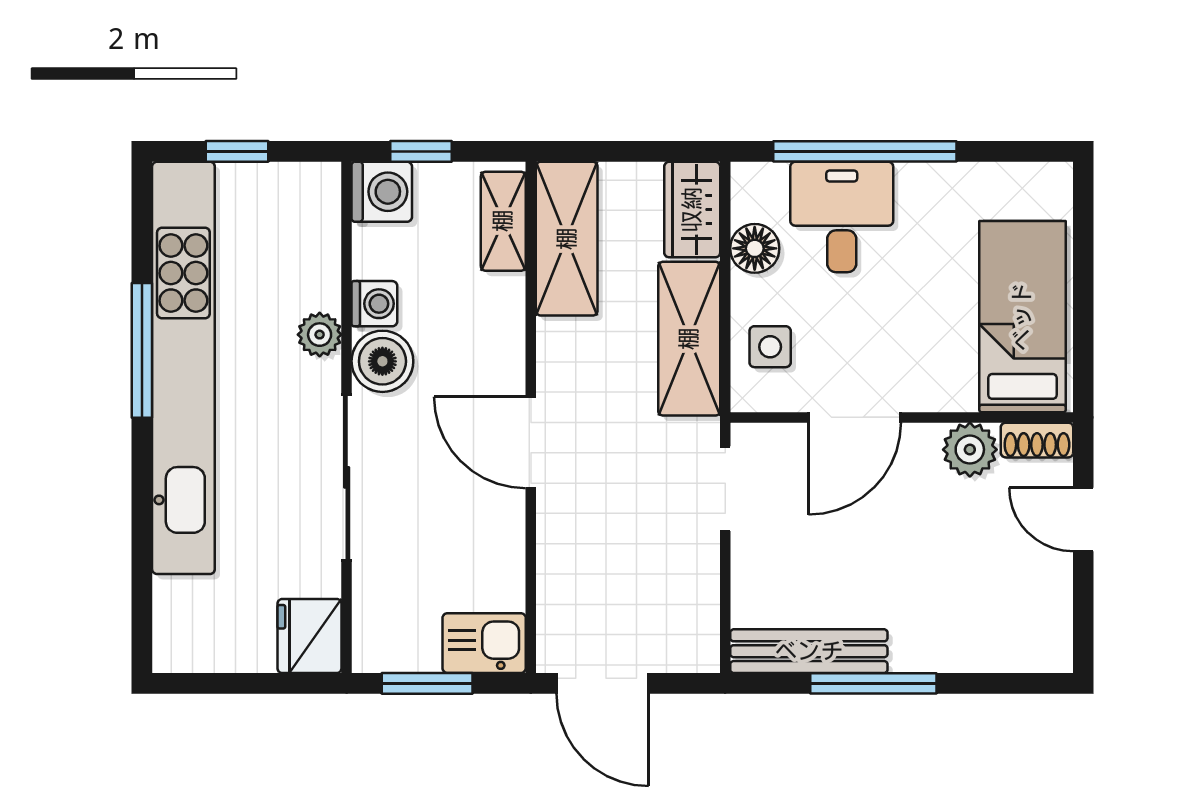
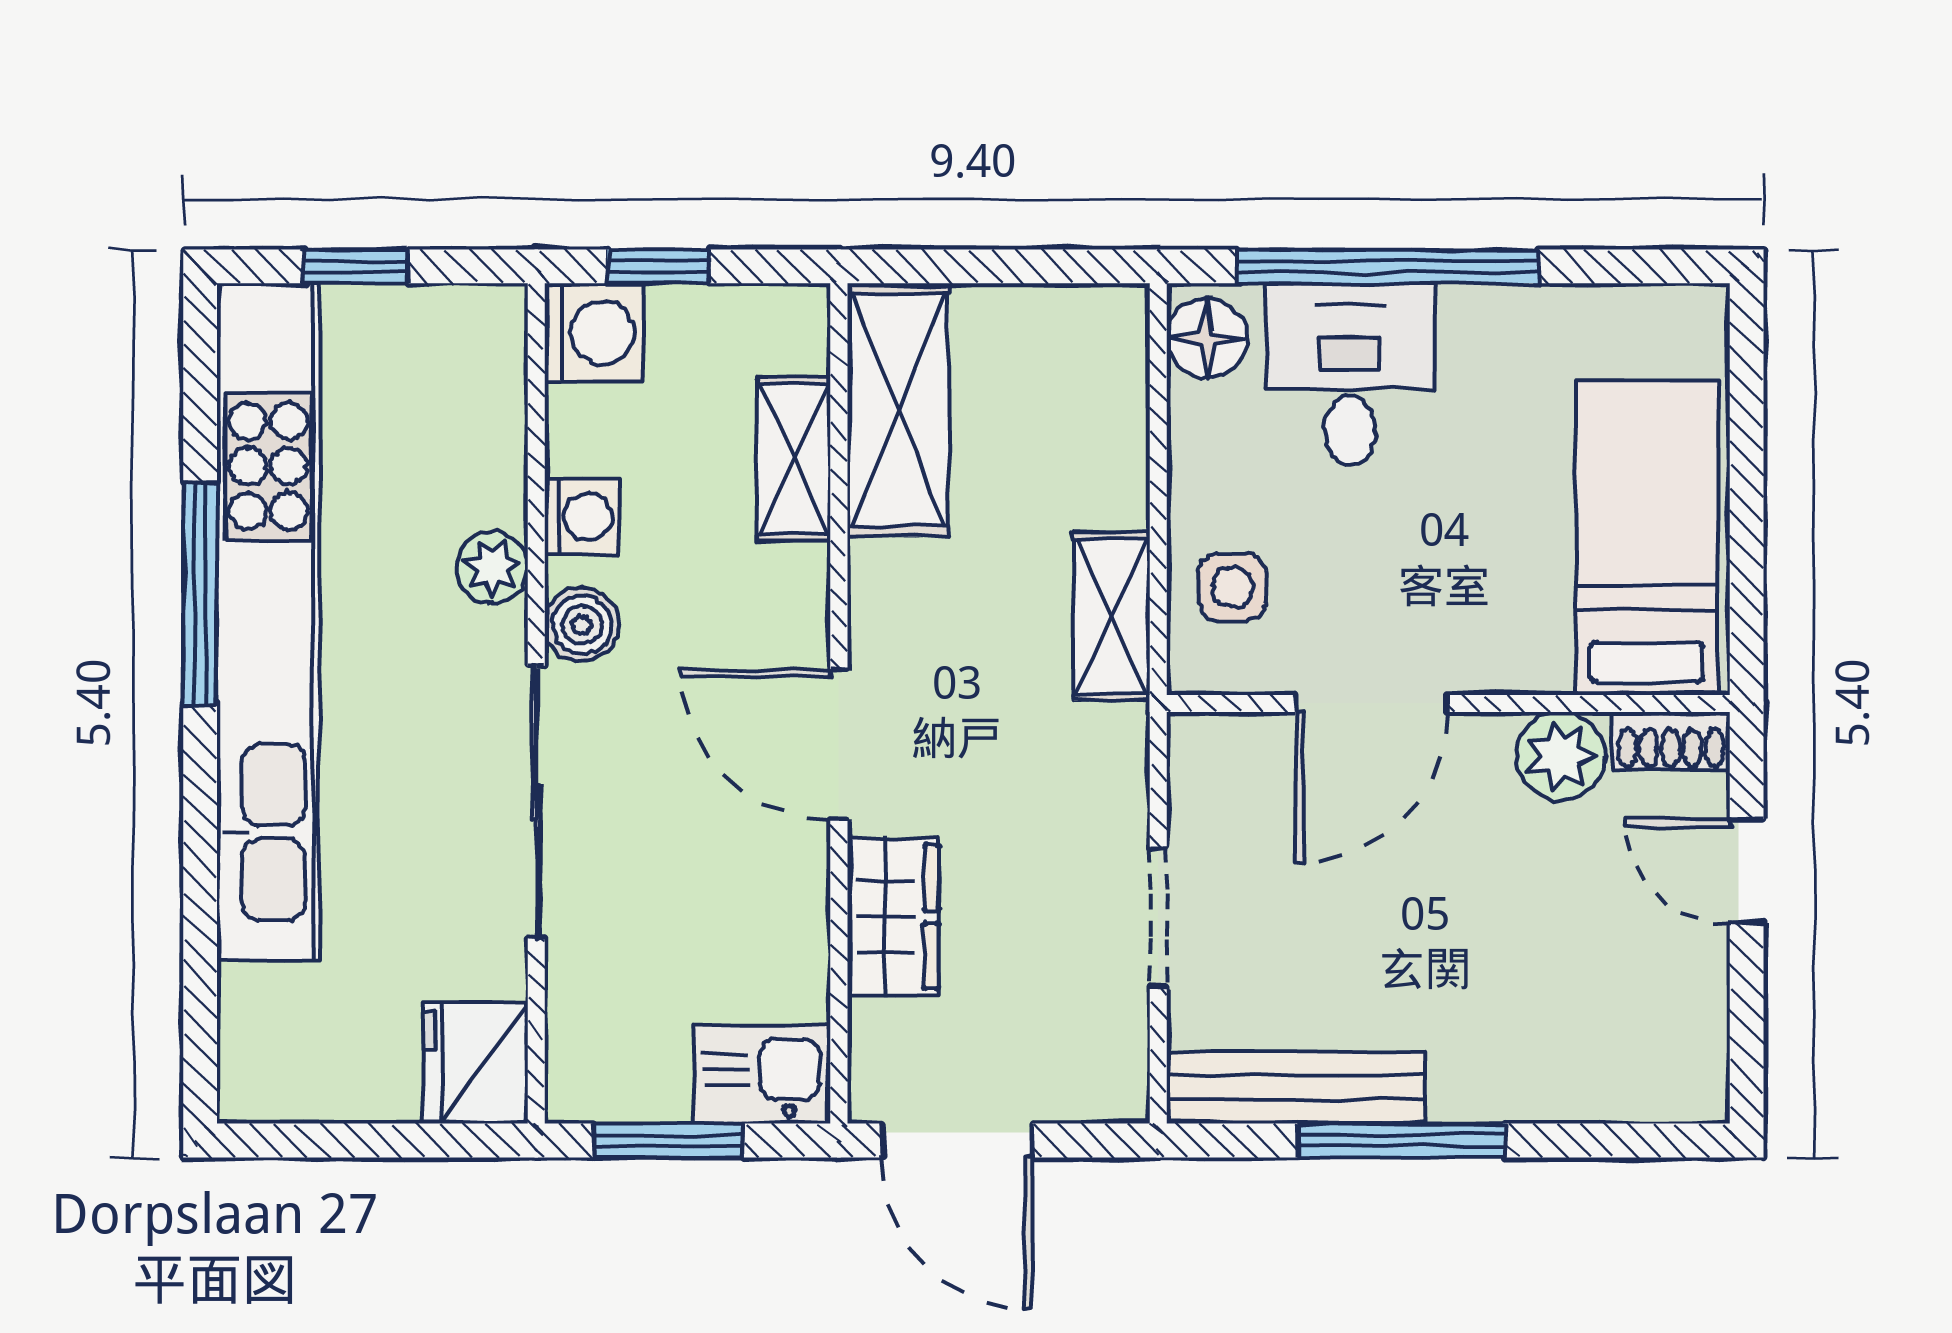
wardrobe: (692, 210) -> (893, 917), moved, turned 180
shelving: (503, 221) -> (794, 459), moved
floor lamp: (755, 248) -> (1207, 338), moved
shelving: (689, 339) -> (1112, 616), width x0.67, depth x0.75
boiler: (382, 361) -> (582, 625), width x0.73, depth x0.73
doorway: (725, 489) -> (1158, 917), moved

